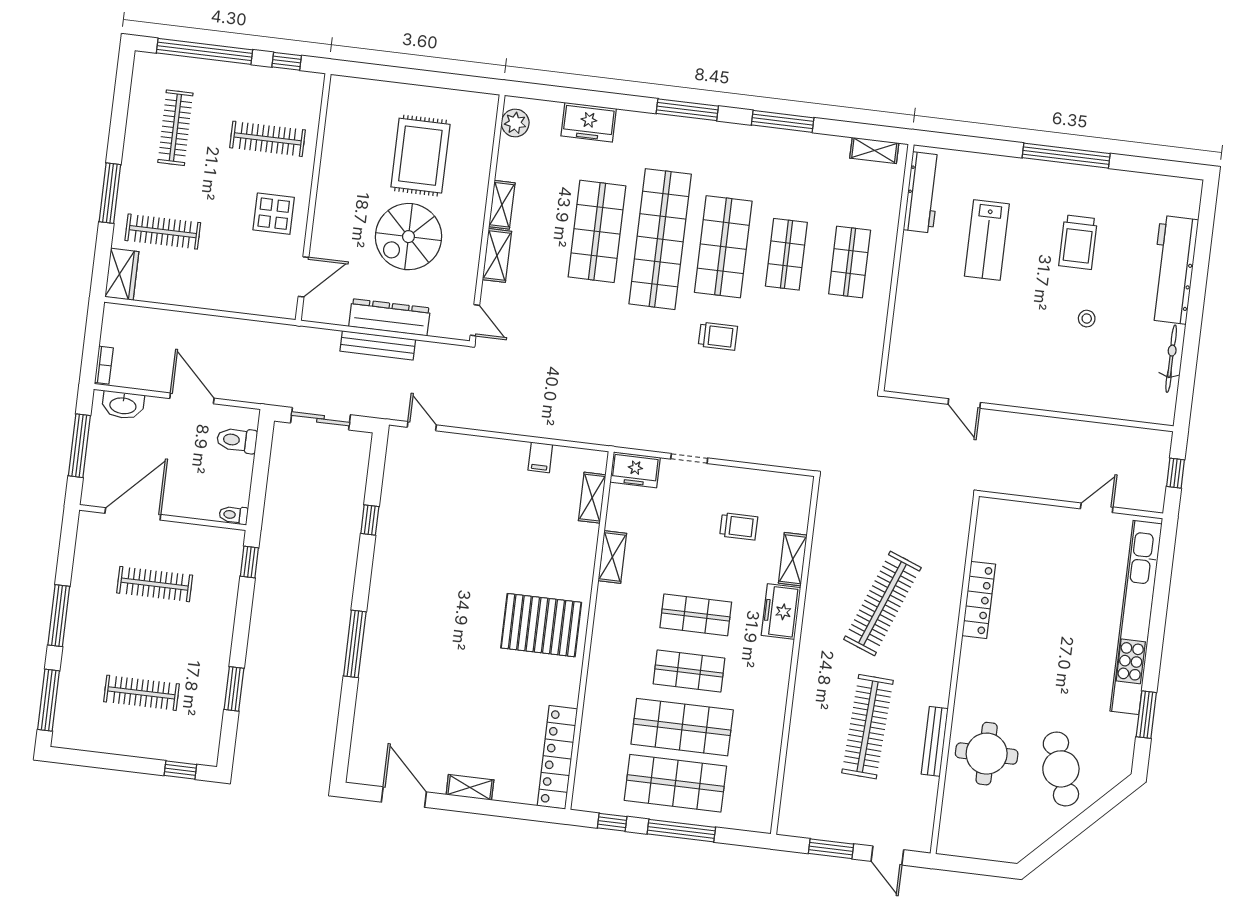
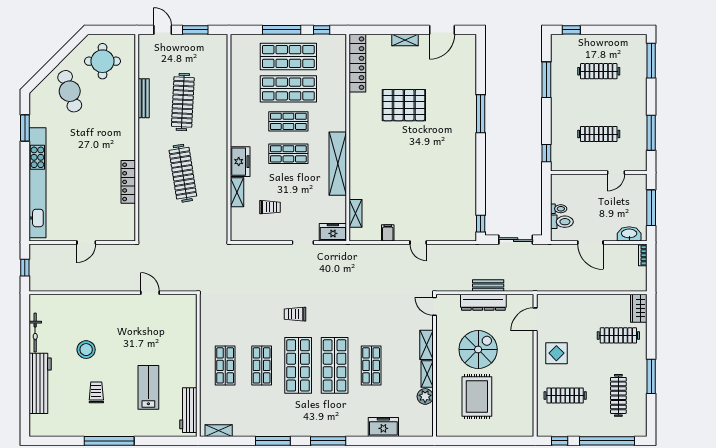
plant: (515, 123) -> (425, 396), moved
window: (110, 193) -> (651, 376), moved
shop shelf: (597, 231) -> (371, 365), width x0.70, depth x0.74
shop shelf: (660, 239) -> (335, 365), width x0.71
trolley: (1078, 242) -> (96, 392), width x0.73, depth x0.72
stool: (1087, 319) -> (86, 350), width x1.89, depth x1.89
bench: (378, 345) -> (488, 285), width x0.73
door: (422, 426) -> (418, 242), moved
door: (1097, 508) -> (86, 242), moved
door: (133, 514) -> (616, 173), width x0.53
toilet: (233, 515) -> (559, 209), moved
window: (370, 520) -> (481, 224), moved
trolley: (739, 526) -> (270, 207), turned 180
shelving: (612, 557) -> (338, 164), width x2.20, depth x1.33
clothes rail: (882, 603) -> (183, 173), turned -30
window: (59, 616) -> (651, 133), moved
pallet: (541, 625) -> (404, 105), moved
window: (234, 689) -> (546, 80), width x1.44
round table: (987, 754) -> (102, 61), moved
door: (404, 797) -> (442, 30), hinge flipped

